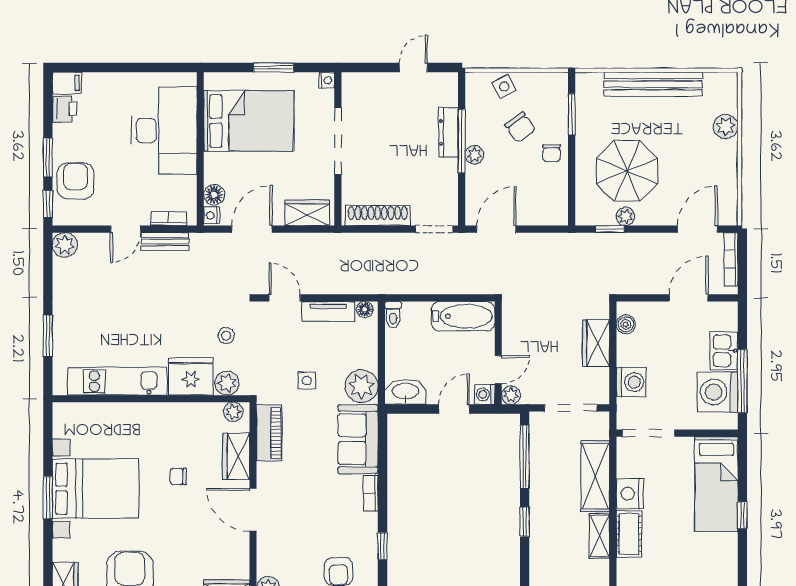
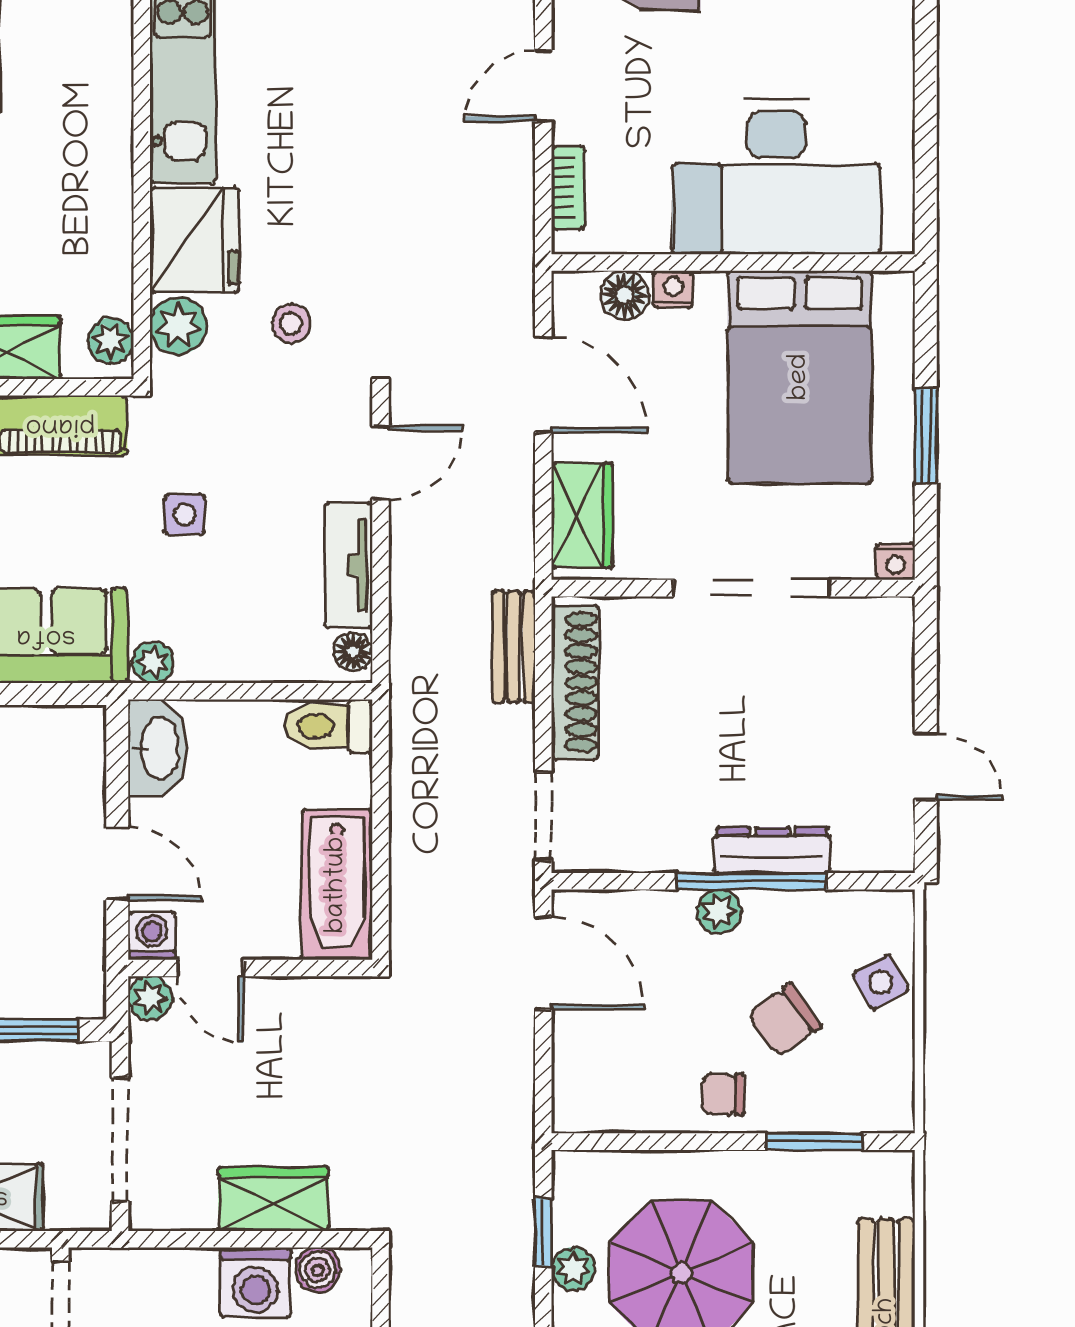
nightstand: (212, 215) -> (673, 289), moved
door: (126, 229) -> (543, 86), hinge flipped
bench: (165, 242) -> (514, 647), moved
toilet: (393, 315) -> (328, 726), width x1.37, depth x1.39
washing machine: (631, 382) -> (256, 1283), moved
plant: (361, 386) -> (153, 662), width x0.53, depth x0.53

